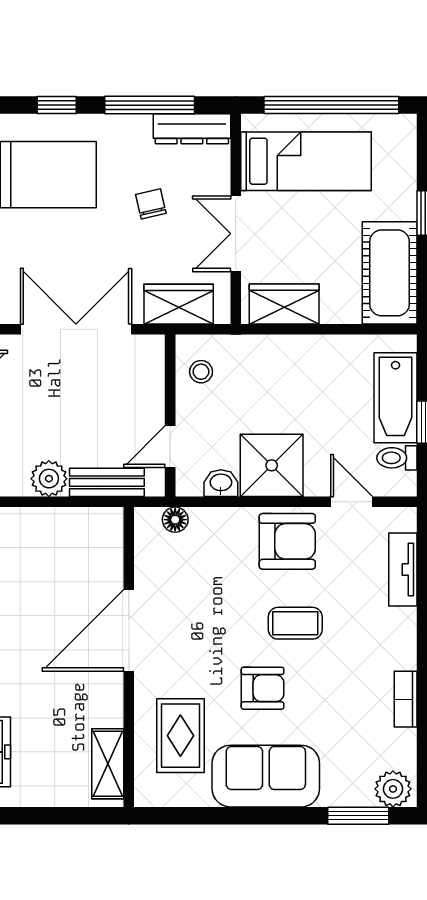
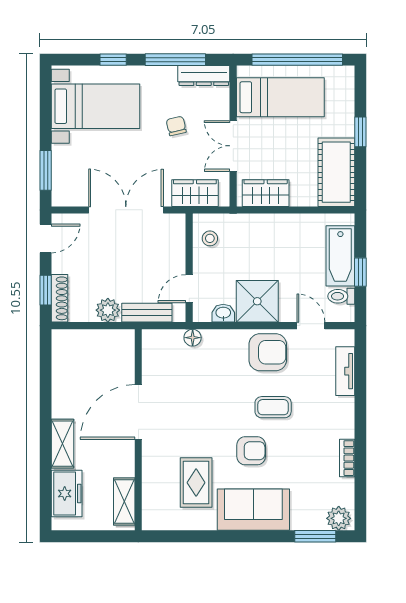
door: (129, 630) -> (138, 412), moved
wall: (129, 657) -> (138, 430), moved
shelving: (108, 764) -> (124, 501), moved

